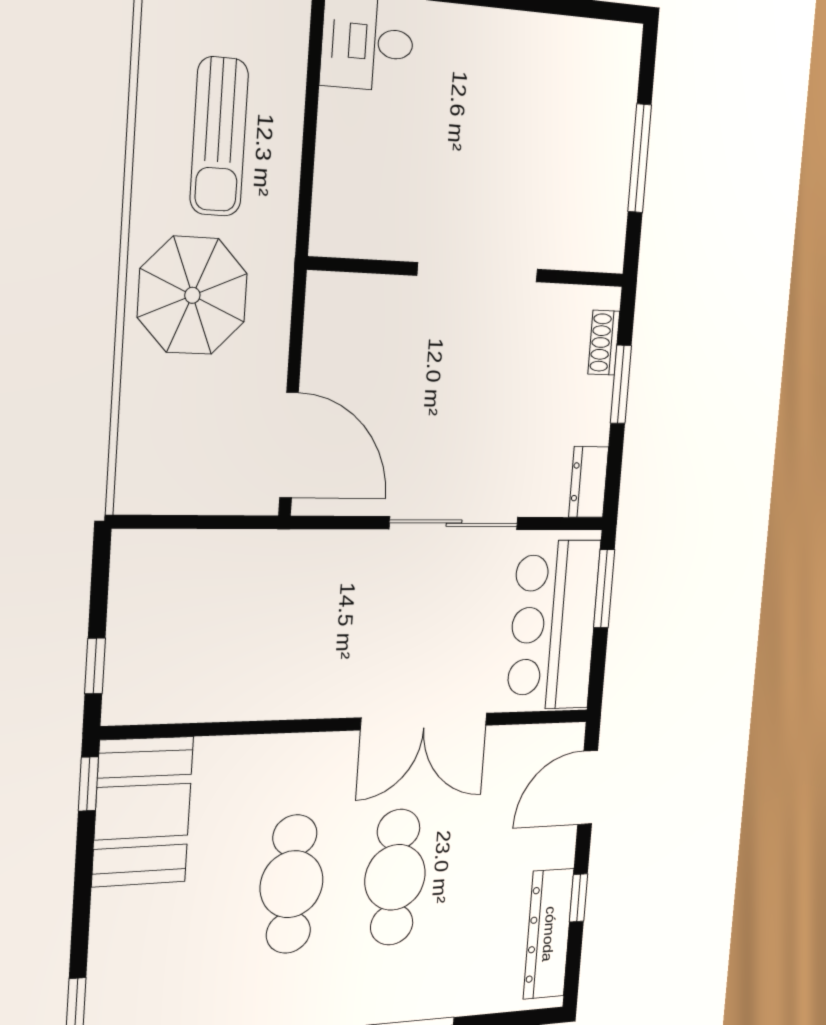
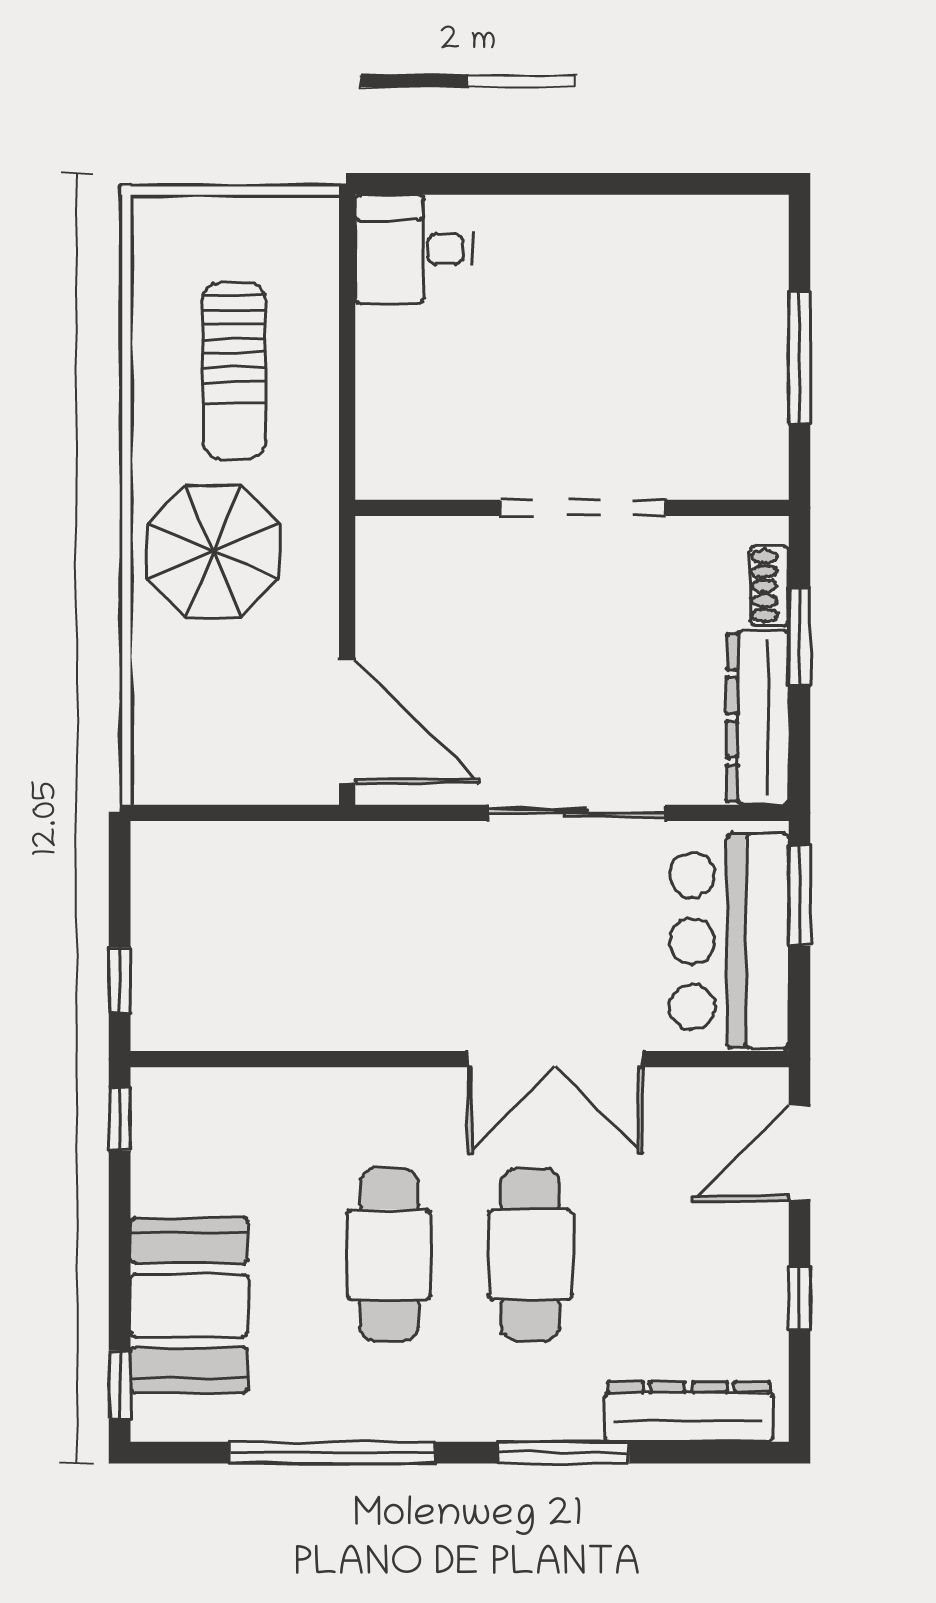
dresser: (589, 482) -> (758, 717), width x1.96, depth x1.24
booth: (143, 812) -> (189, 1305), moved
dresser: (549, 934) -> (689, 1412), moved, turned 90

